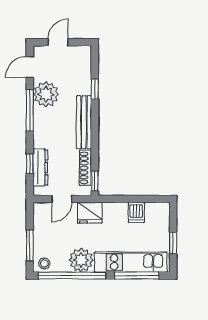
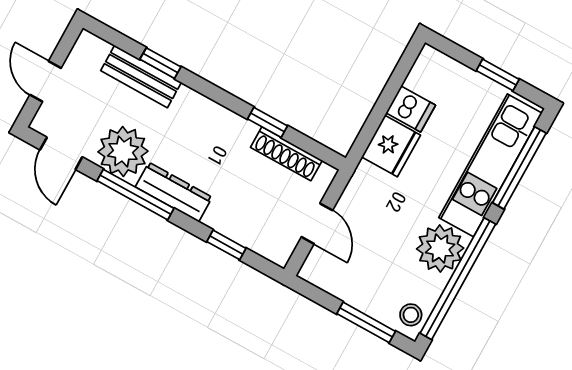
bench: (84, 122) -> (141, 76), moved, width x0.73
dresser: (40, 167) -> (174, 192), moved
window: (95, 181) -> (267, 122), moved
fridge: (90, 213) -> (391, 146), moved

